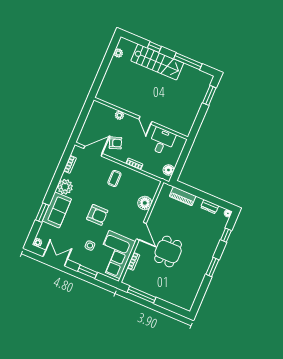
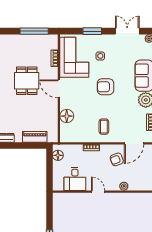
double door: (55, 258) -> (127, 31), swing flipped

